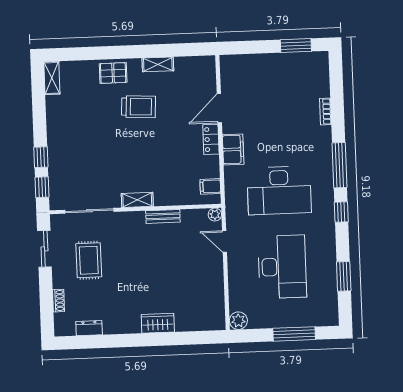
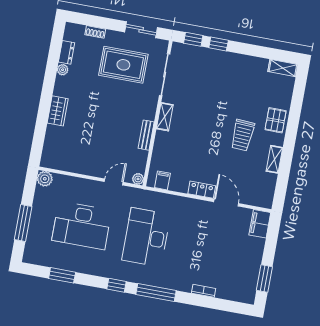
filing cabinet: (233, 149) -> (260, 224), moved, turned 90
rug: (89, 260) -> (123, 65), width x1.36, depth x1.43
plant: (110, 328) -> (63, 70), added

